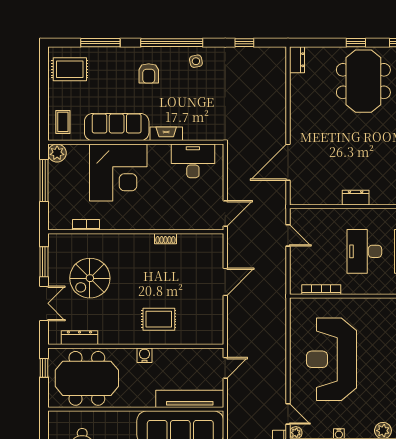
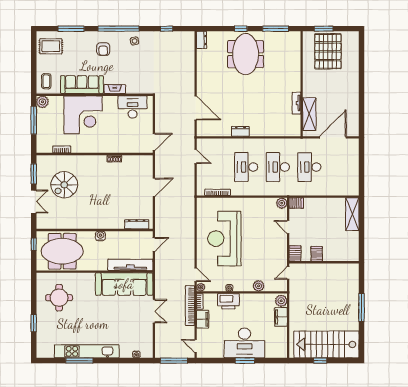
door: (288, 162) -> (196, 108), swing flipped
rug: (159, 319) -> (110, 212), removed
dresser: (79, 338) -> (137, 224), moved

